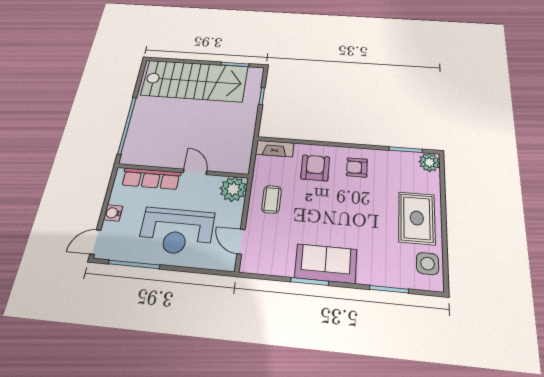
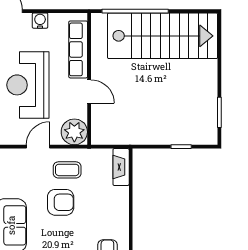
stairs: (195, 81) -> (163, 36), moved, turned -90
armchair: (315, 168) -> (61, 202), moved
door: (195, 172) -> (89, 92), hinge flipped
door: (241, 242) -> (38, 147), moved

